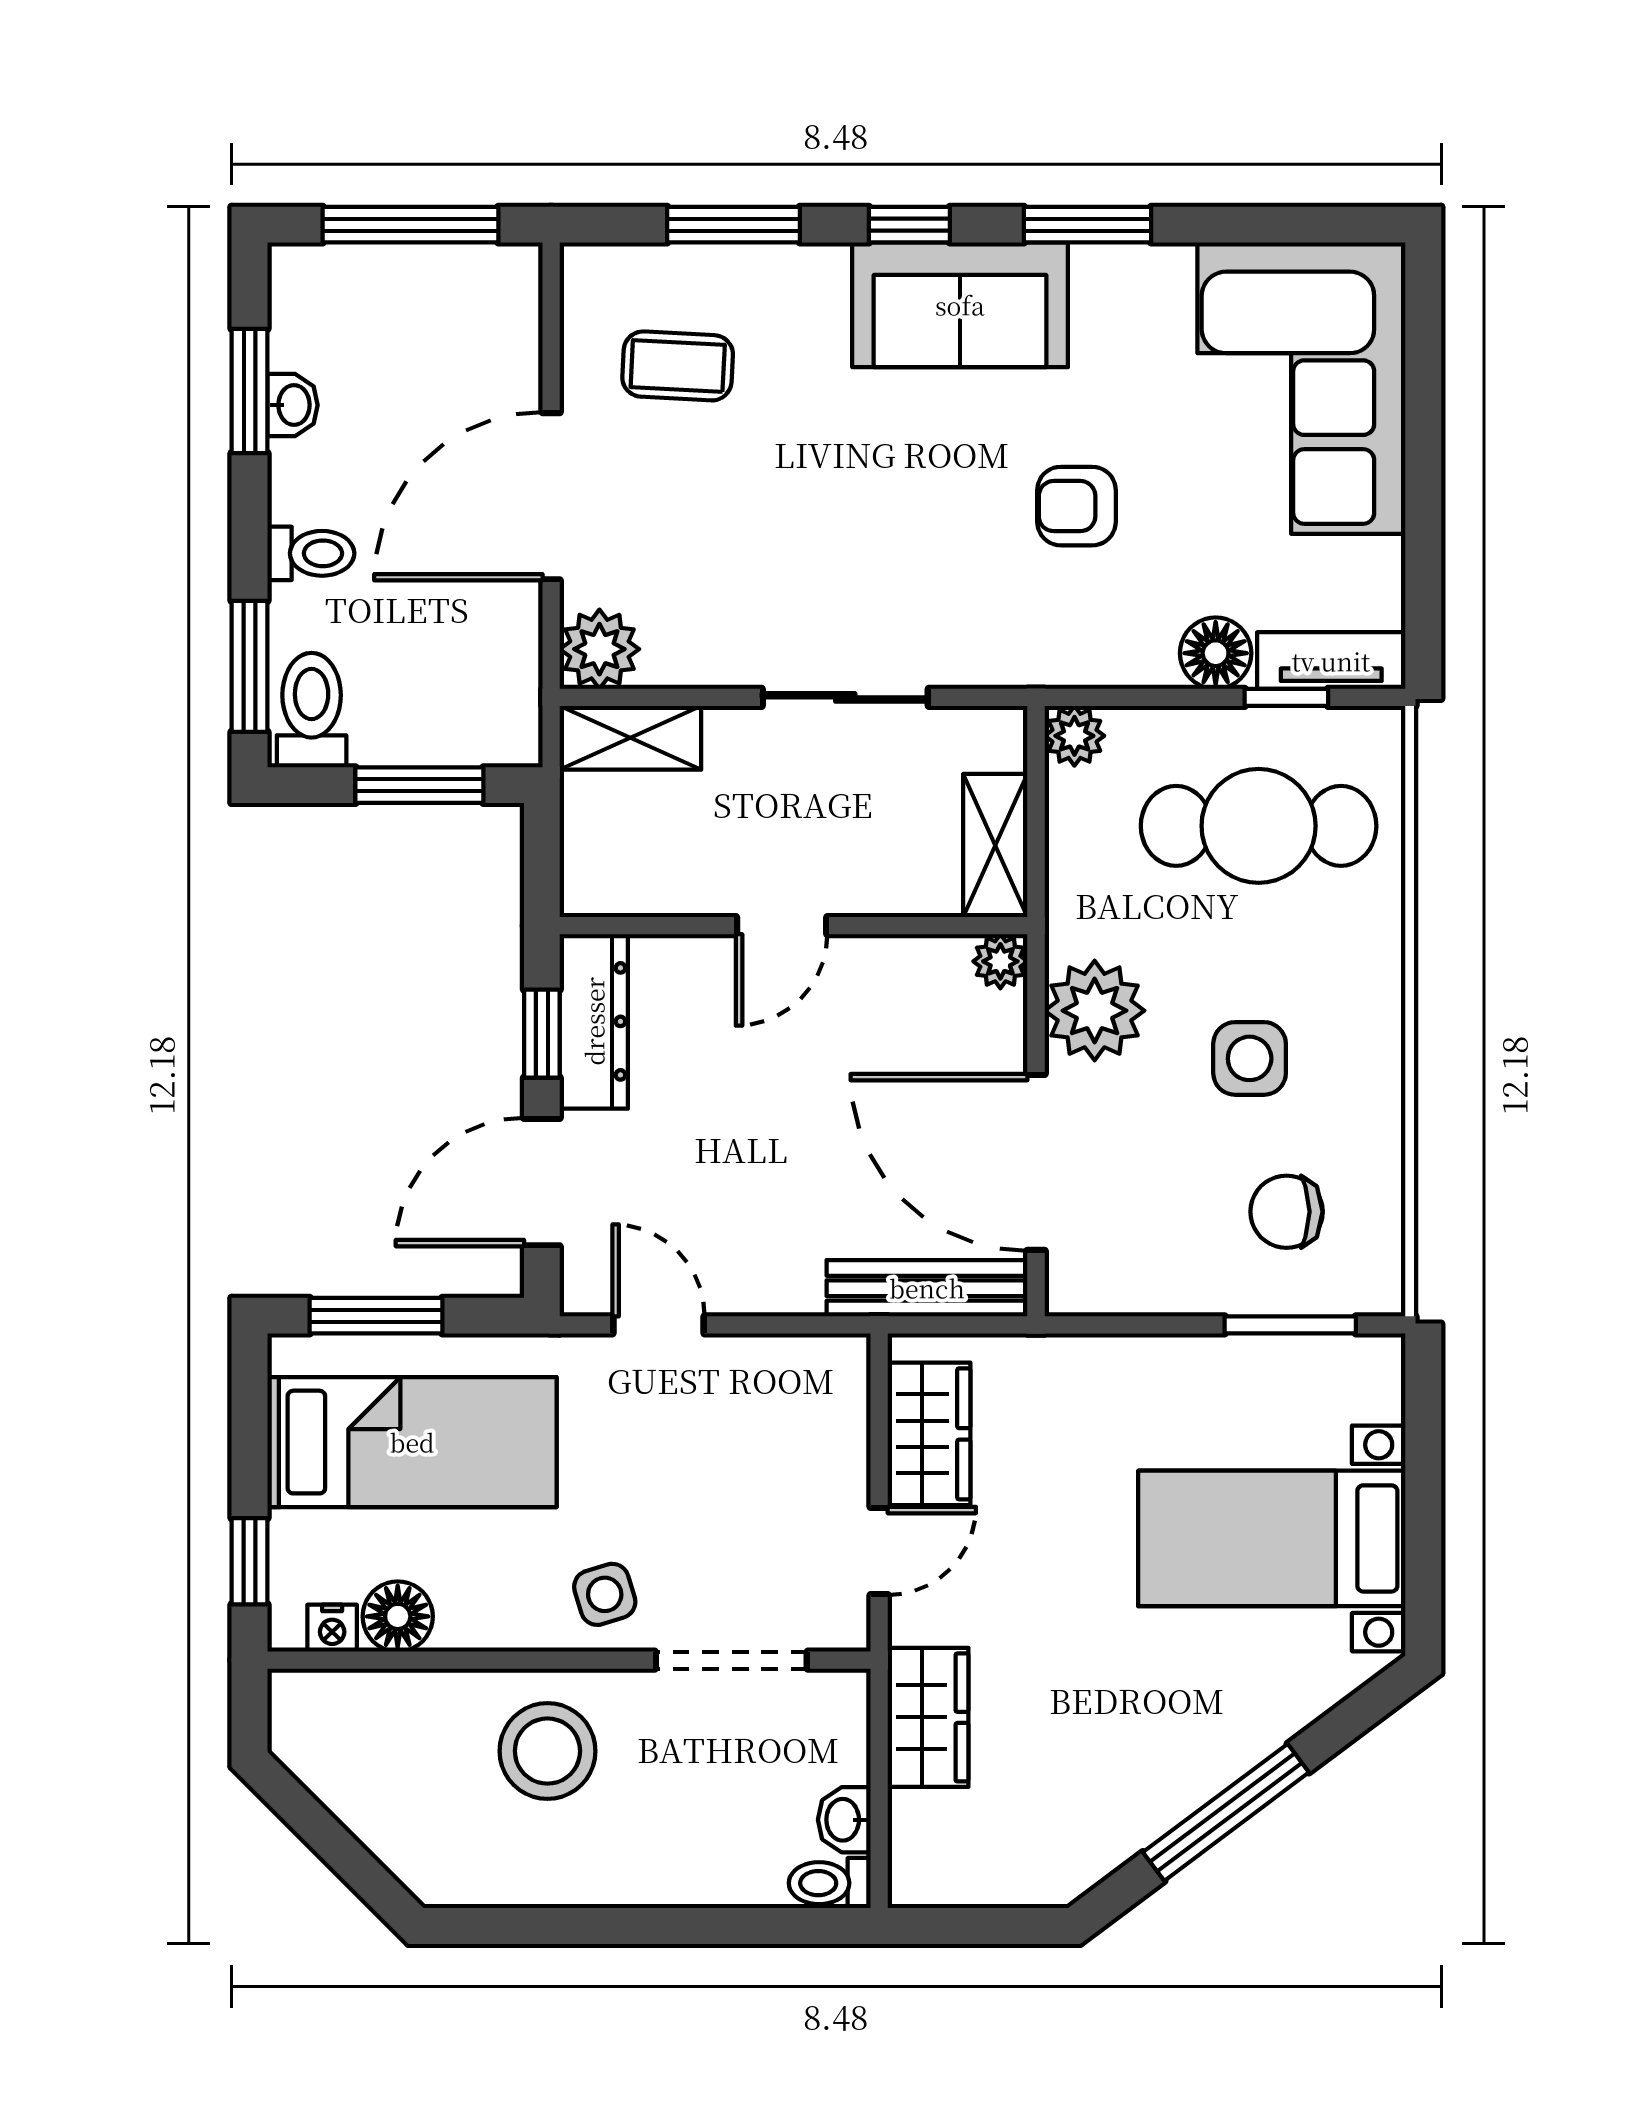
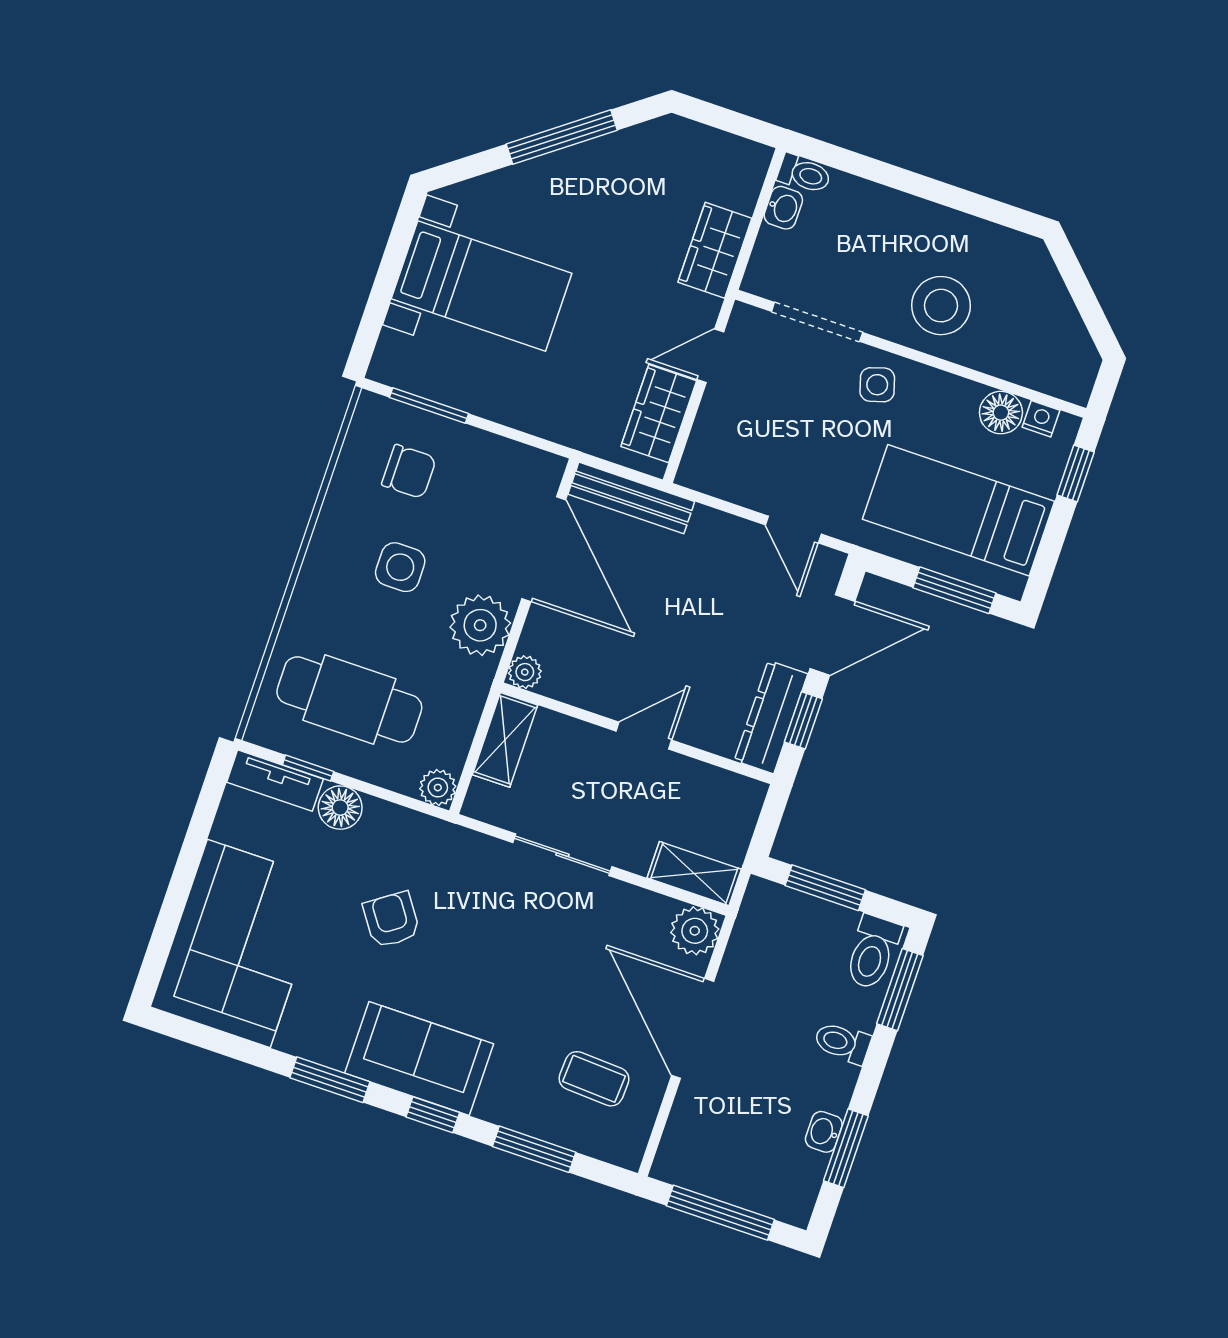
door: (551, 496) -> (693, 1028), swing flipped
armchair: (1076, 506) -> (392, 920), turned -125

